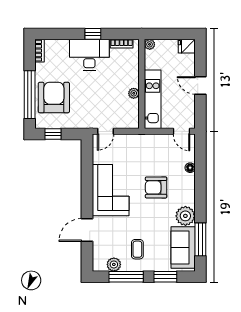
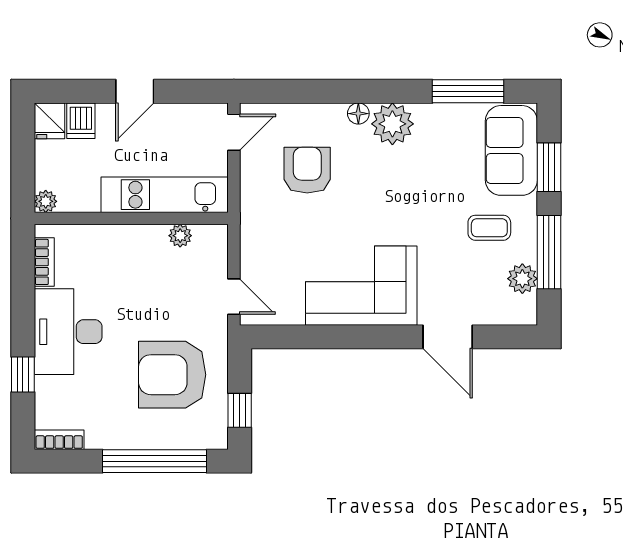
window: (93, 34) -> (23, 375), moved
dishwasher: (187, 61) -> (81, 121), added
plant: (134, 93) -> (180, 236), moved
armchair: (54, 98) -> (172, 375), moved
floor lamp: (190, 168) -> (358, 114), moved
armchair: (156, 187) -> (307, 170), moved, turned 180
plant: (185, 216) -> (392, 124), moved
sofa: (183, 247) -> (511, 150), moved, turned 90

